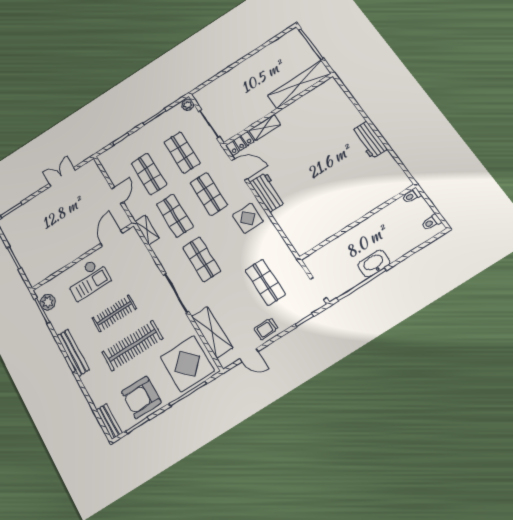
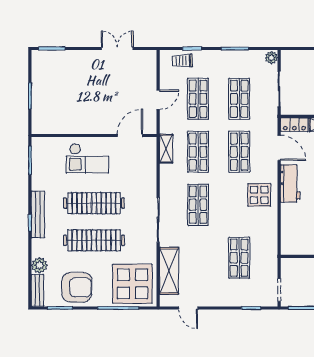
plant: (48, 302) -> (39, 265), moved
clothes rail: (114, 313) -> (94, 203), width x1.37, depth x1.31
trolley: (266, 329) -> (182, 61), moved
armchair: (141, 397) -> (77, 287), turned 180

